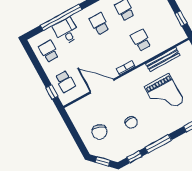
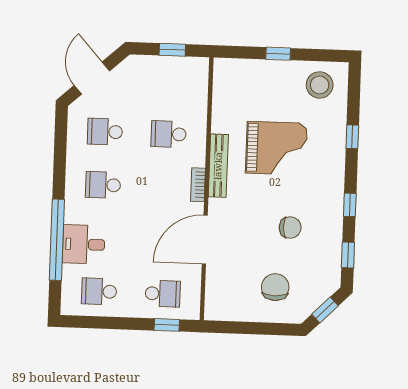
bench: (163, 59) -> (218, 166), moved
chair: (99, 132) -> (275, 287), turned -112
window: (158, 144) -> (350, 205), width x0.46

